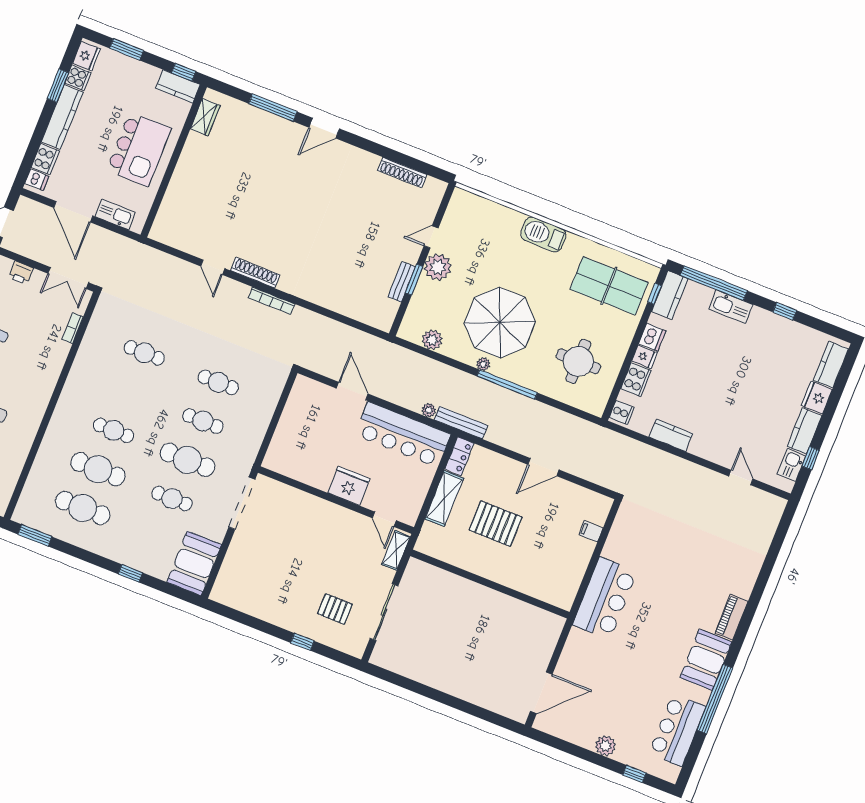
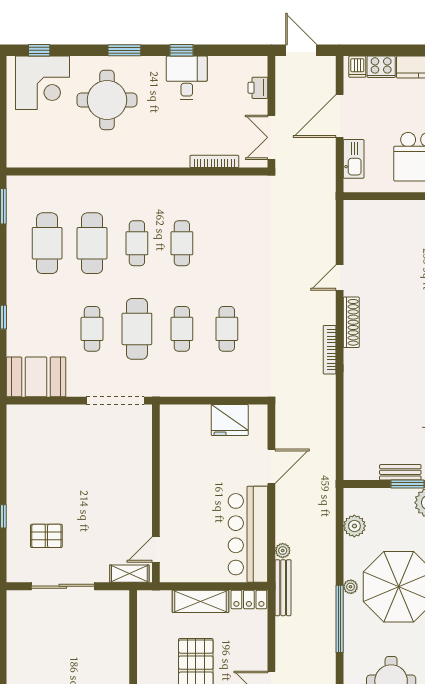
bookcase: (73, 328) -> (214, 161), width x1.56
cafe table: (144, 353) -> (182, 243), moved
fridge: (349, 486) -> (230, 420), moved, turned 90
pallet: (335, 609) -> (46, 536), turned 90

